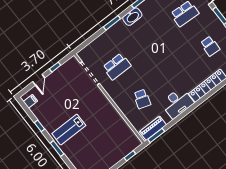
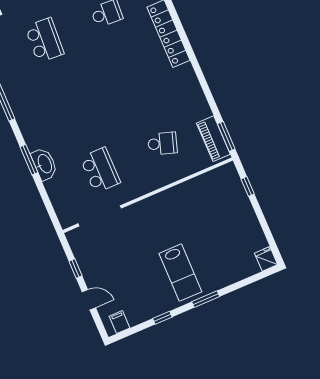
washbasin: (132, 17) -> (44, 164), moved
desk: (177, 103) -> (183, 89), removed

